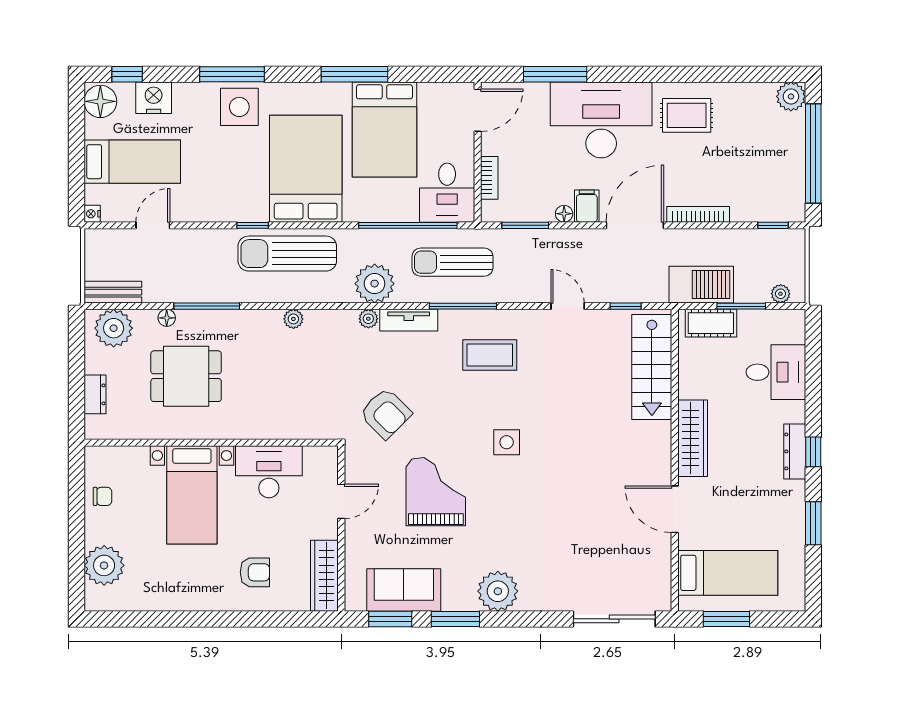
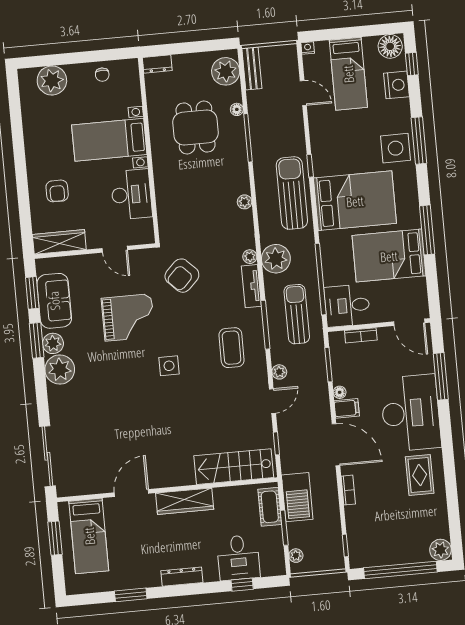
bookcase: (698, 214) -> (348, 490), width x0.64
plant: (529, 293) -> (279, 372), added
dresser: (95, 394) -> (157, 64), moved
window: (813, 452) -> (242, 585), moved
plant: (462, 597) -> (53, 343), added

